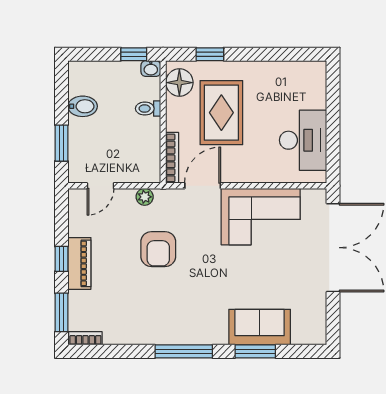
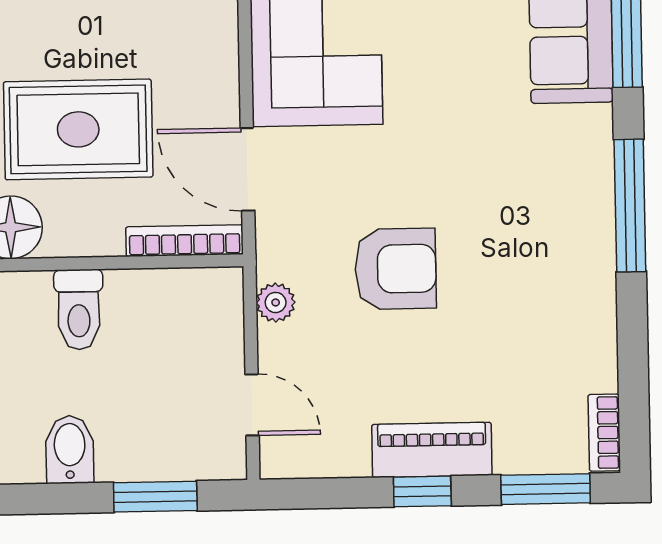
toilet: (148, 109) -> (79, 310), width x1.37, depth x1.39

